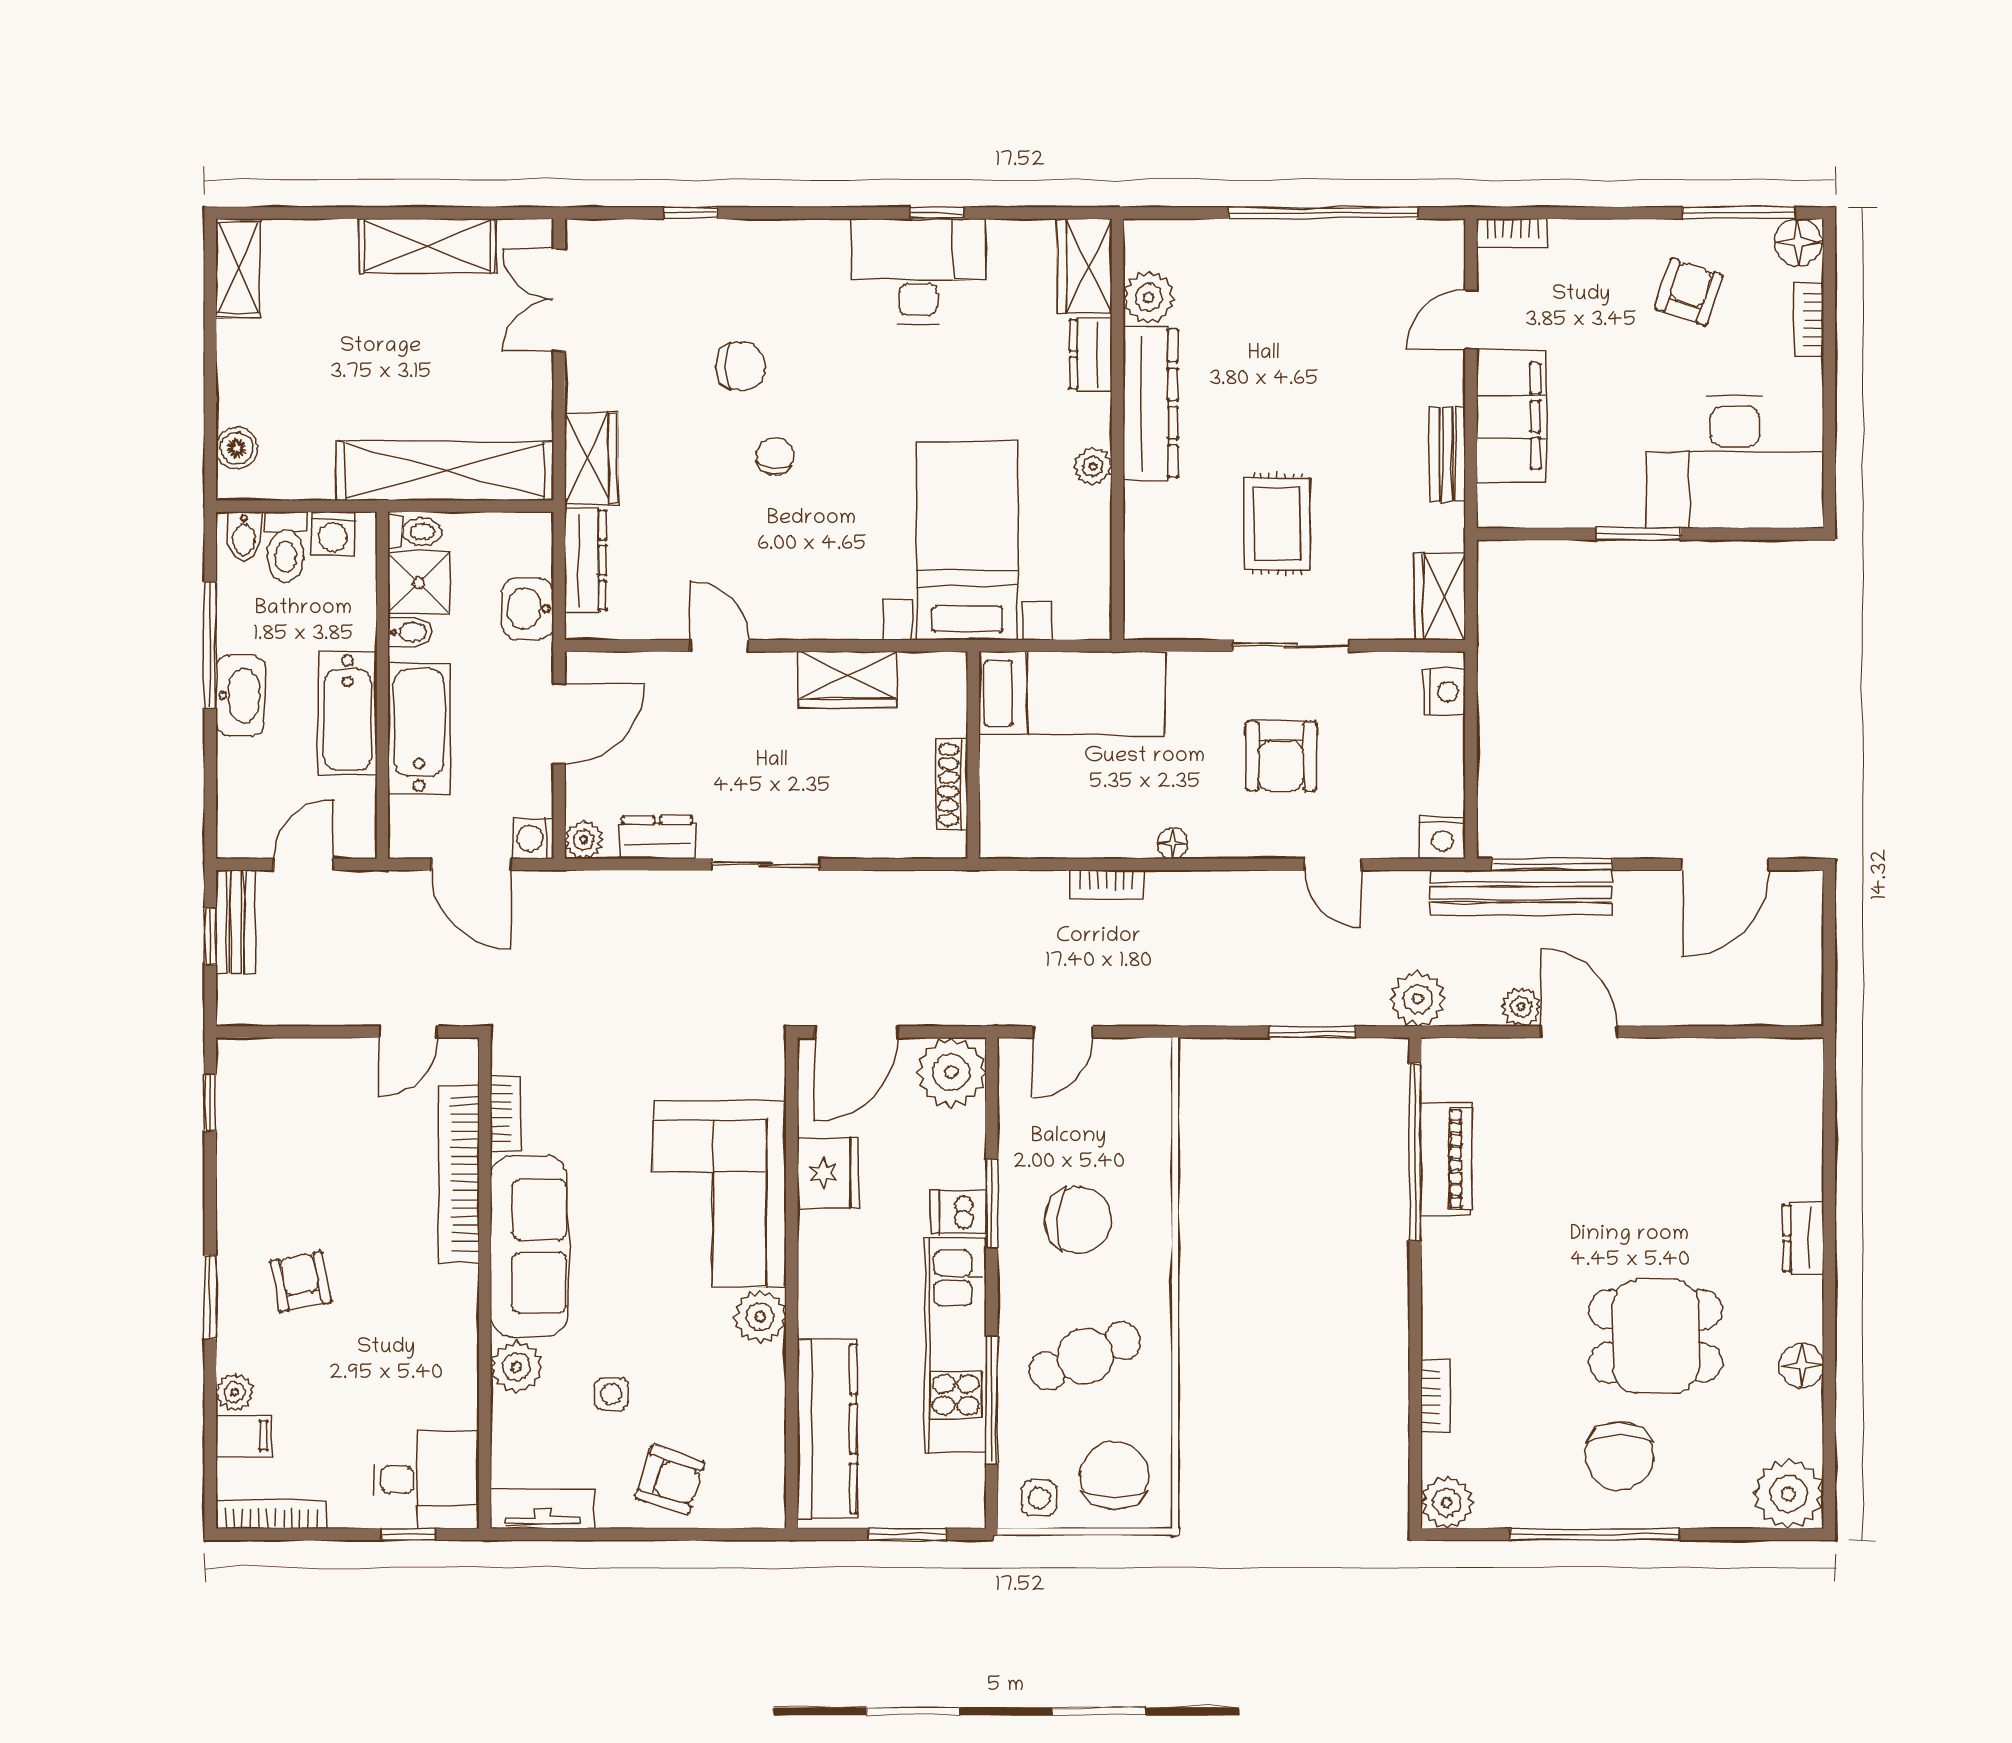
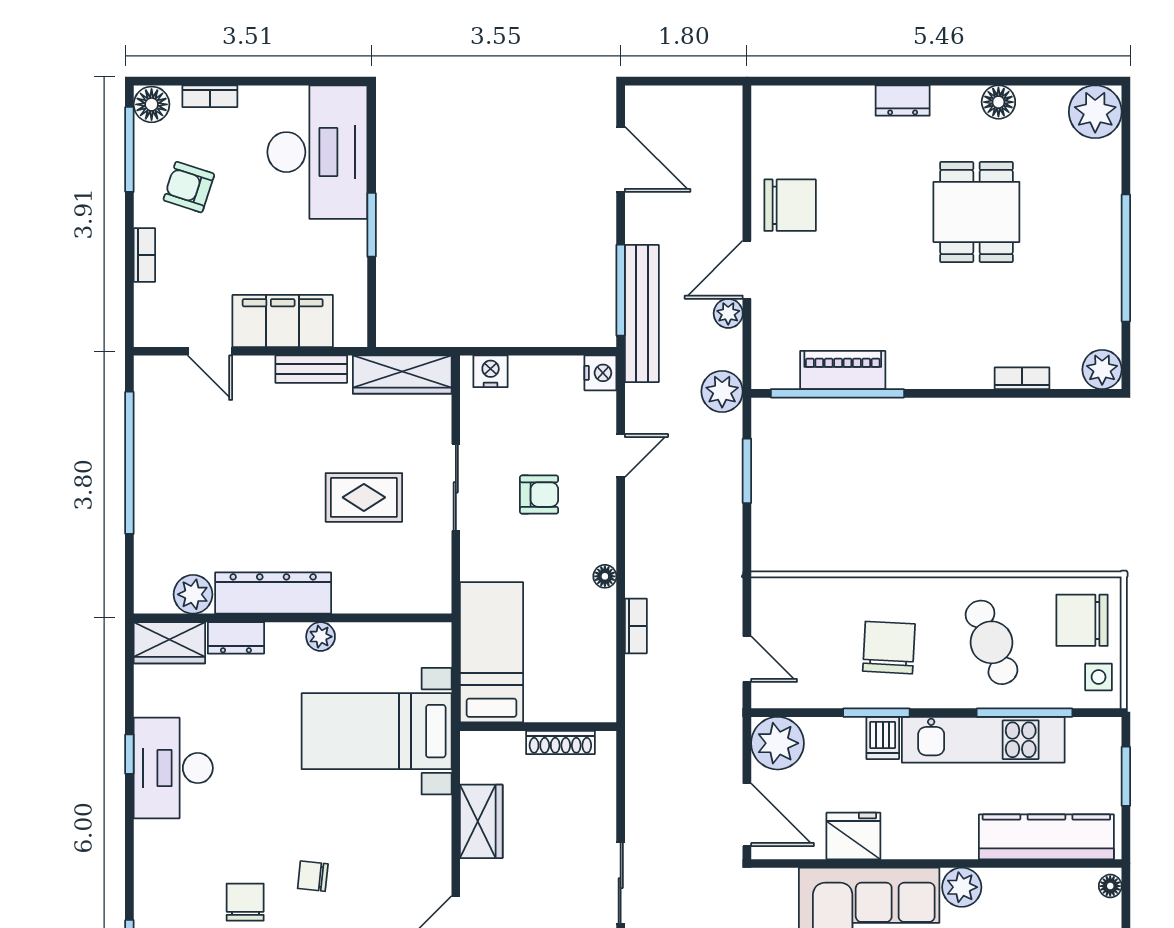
bookcase: (1512, 233) -> (144, 255), moved
wardrobe: (1440, 596) -> (402, 375), width x1.50
armchair: (1281, 756) -> (539, 495), width x0.72, depth x0.72
chair: (1619, 1456) -> (790, 205), moved
floor lamp: (762, 1514) -> (1110, 886), added

